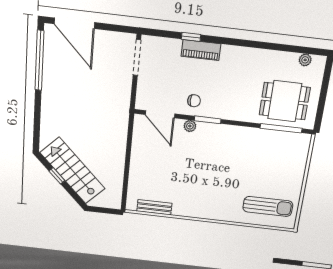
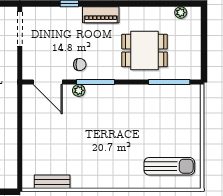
piano: (201, 50) -> (101, 15), moved
dining table: (285, 101) -> (145, 51), moved
window: (208, 120) -> (95, 82), width x1.44

